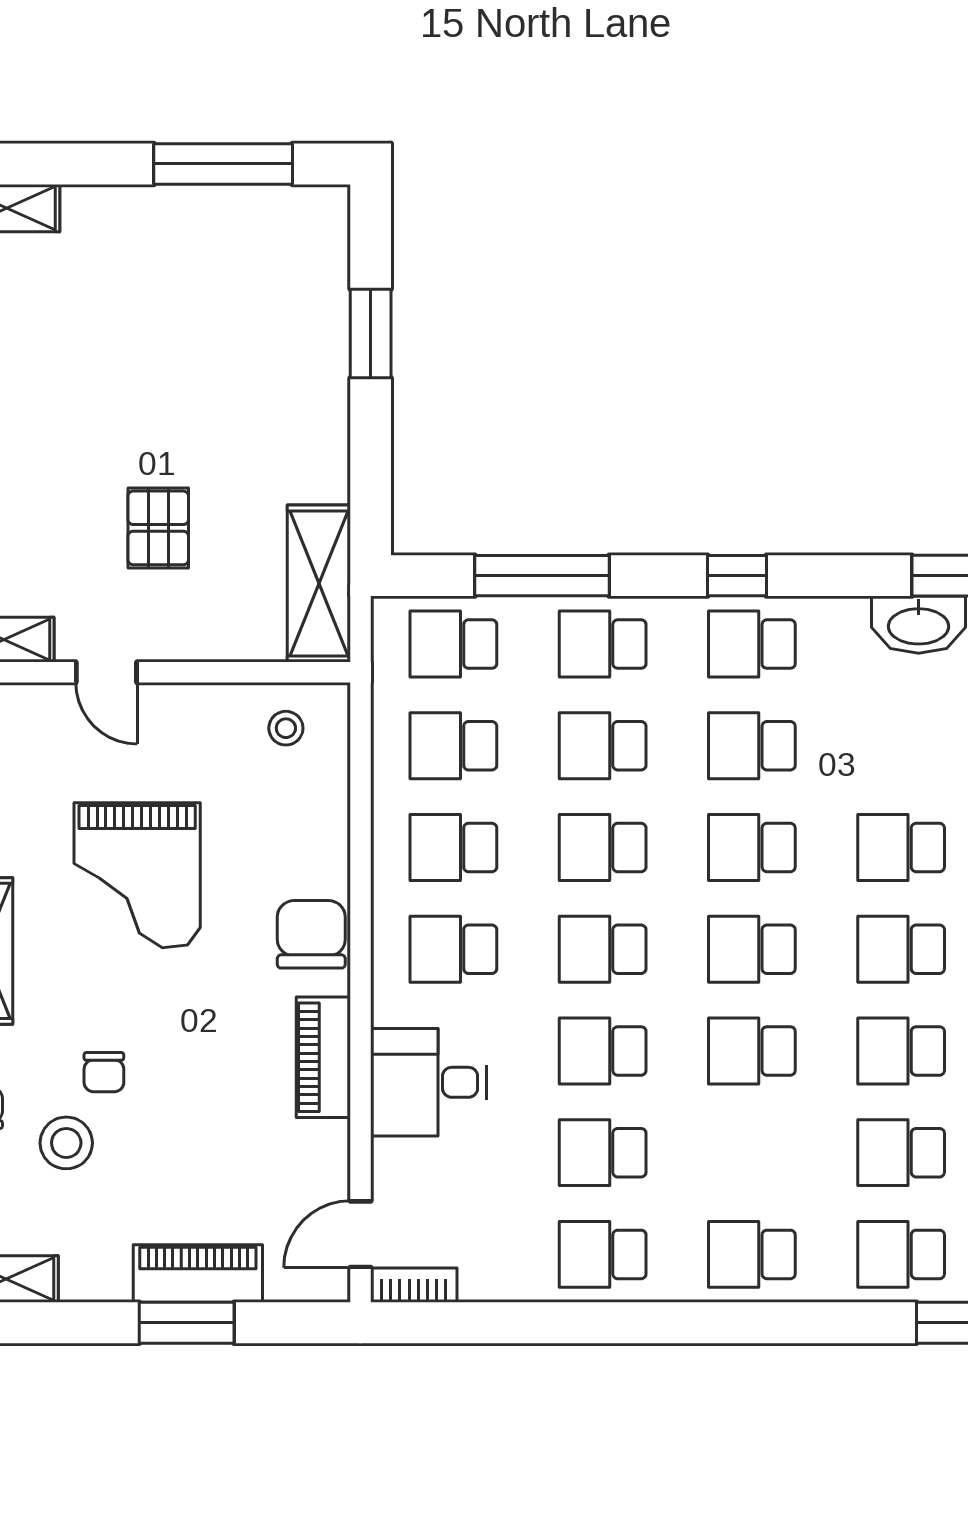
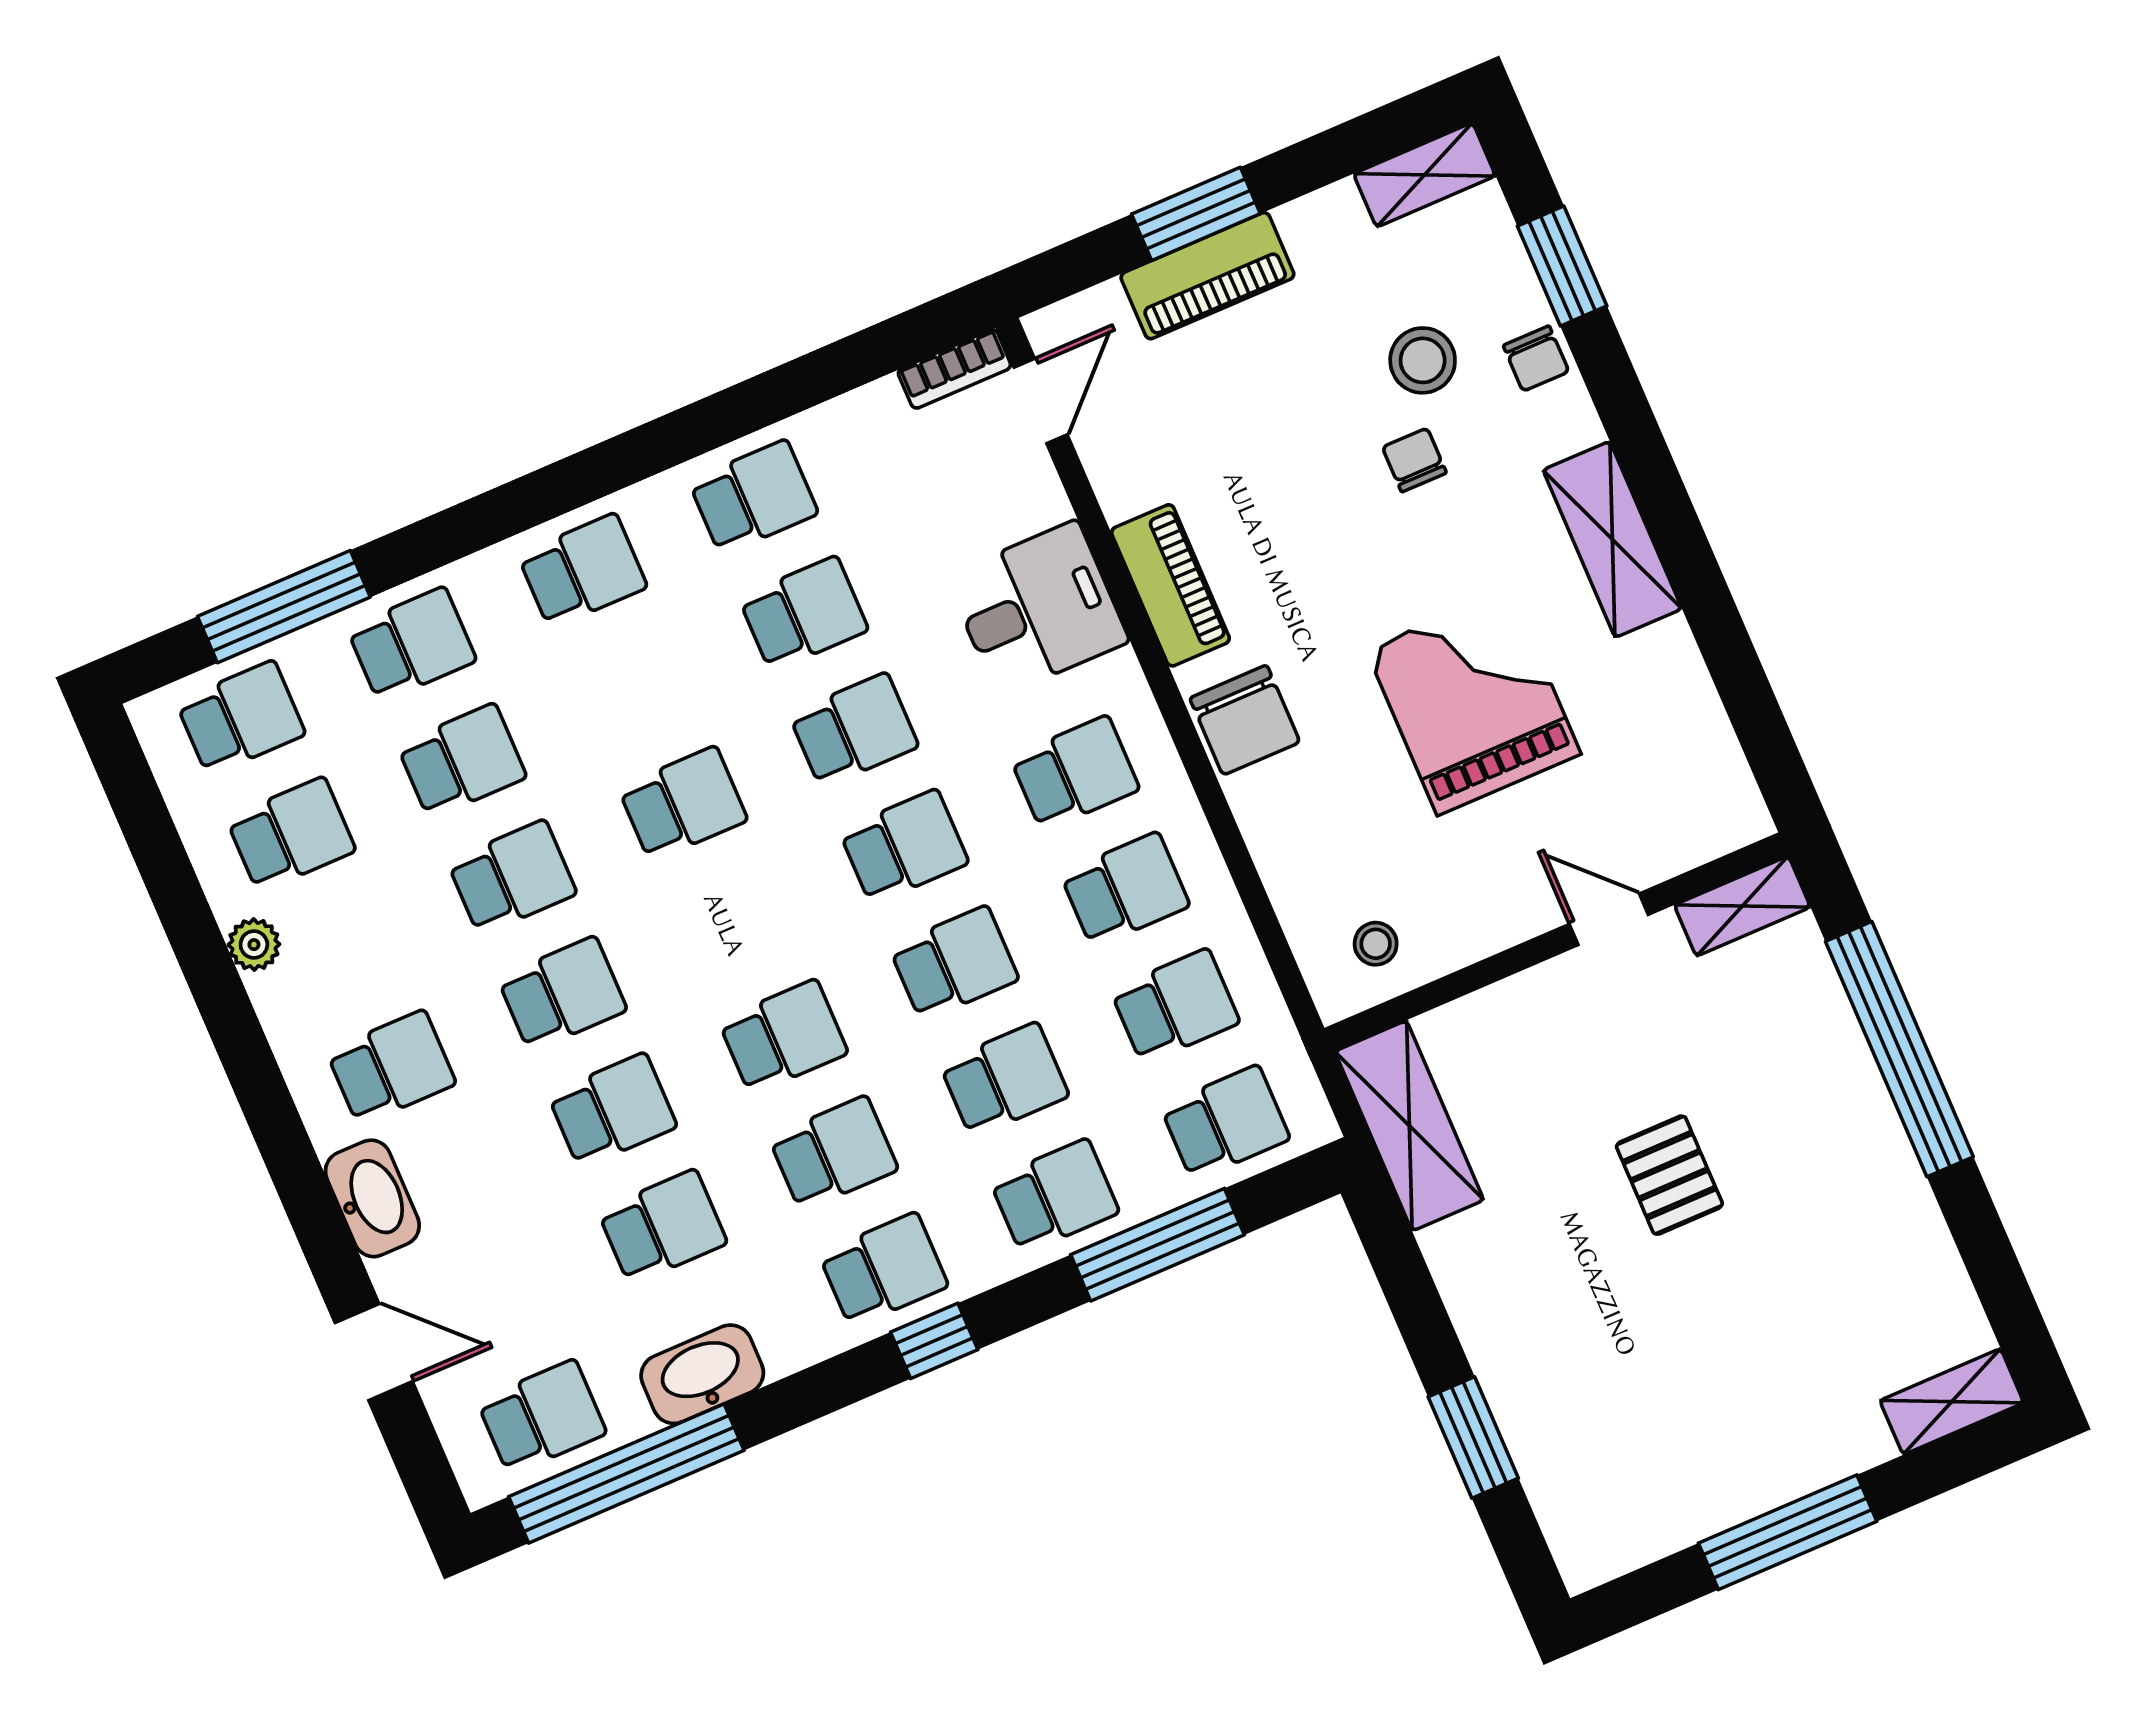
window: (223, 164) -> (1788, 1532), moved
pallet: (158, 528) -> (1669, 1175), moved
school desk: (752, 949) -> (663, 1227), moved

